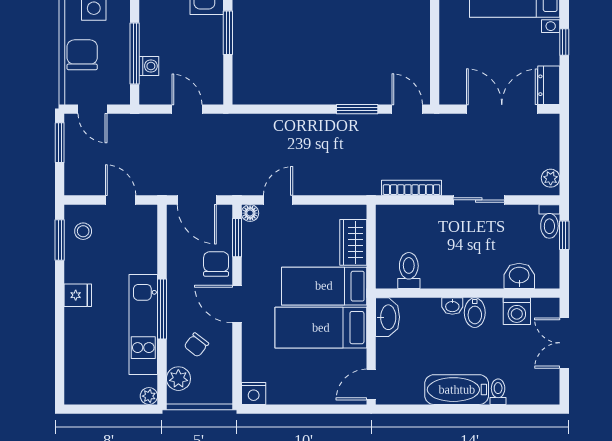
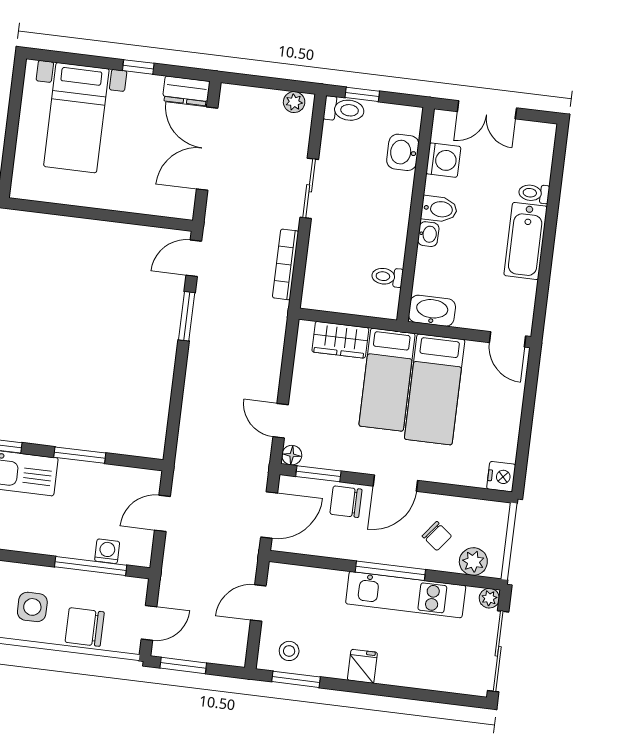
toilet: (409, 270) -> (387, 277), width x0.73, depth x0.72
sliding door: (105, 409) -> (498, 651), added

